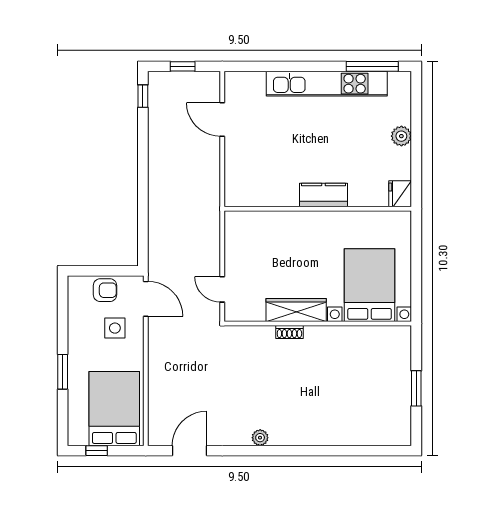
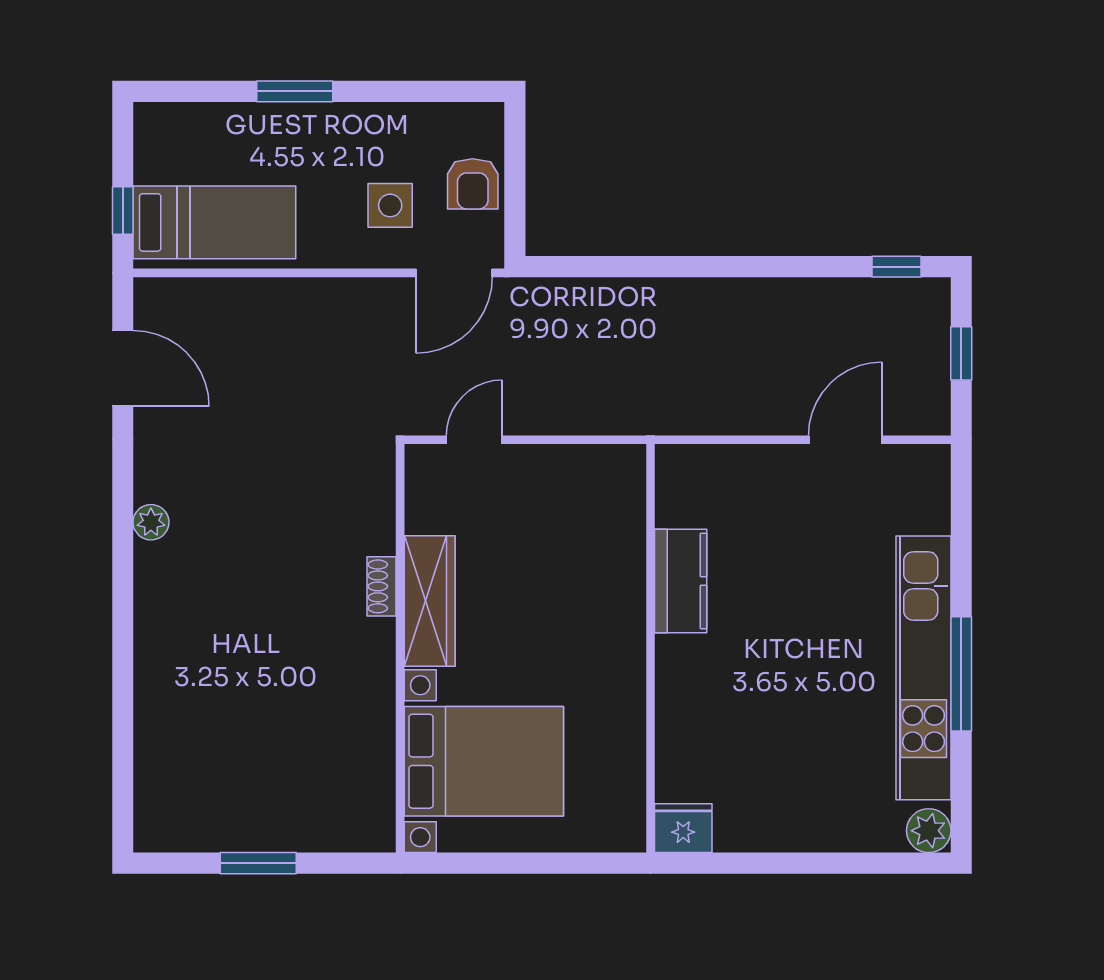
window: (372, 66) -> (961, 674), moved
plant: (401, 136) -> (929, 831), moved
kitchen counter: (323, 195) -> (681, 581), moved
bed: (114, 409) -> (214, 222), width x0.67
window: (97, 451) -> (123, 210), moved

